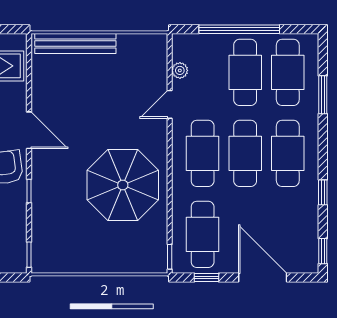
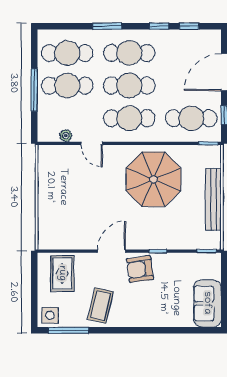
window: (239, 29) -> (34, 90), width x0.68
bench: (75, 43) -> (213, 199), moved
window: (323, 95) -> (107, 26), moved
window: (323, 251) -> (189, 26), moved

